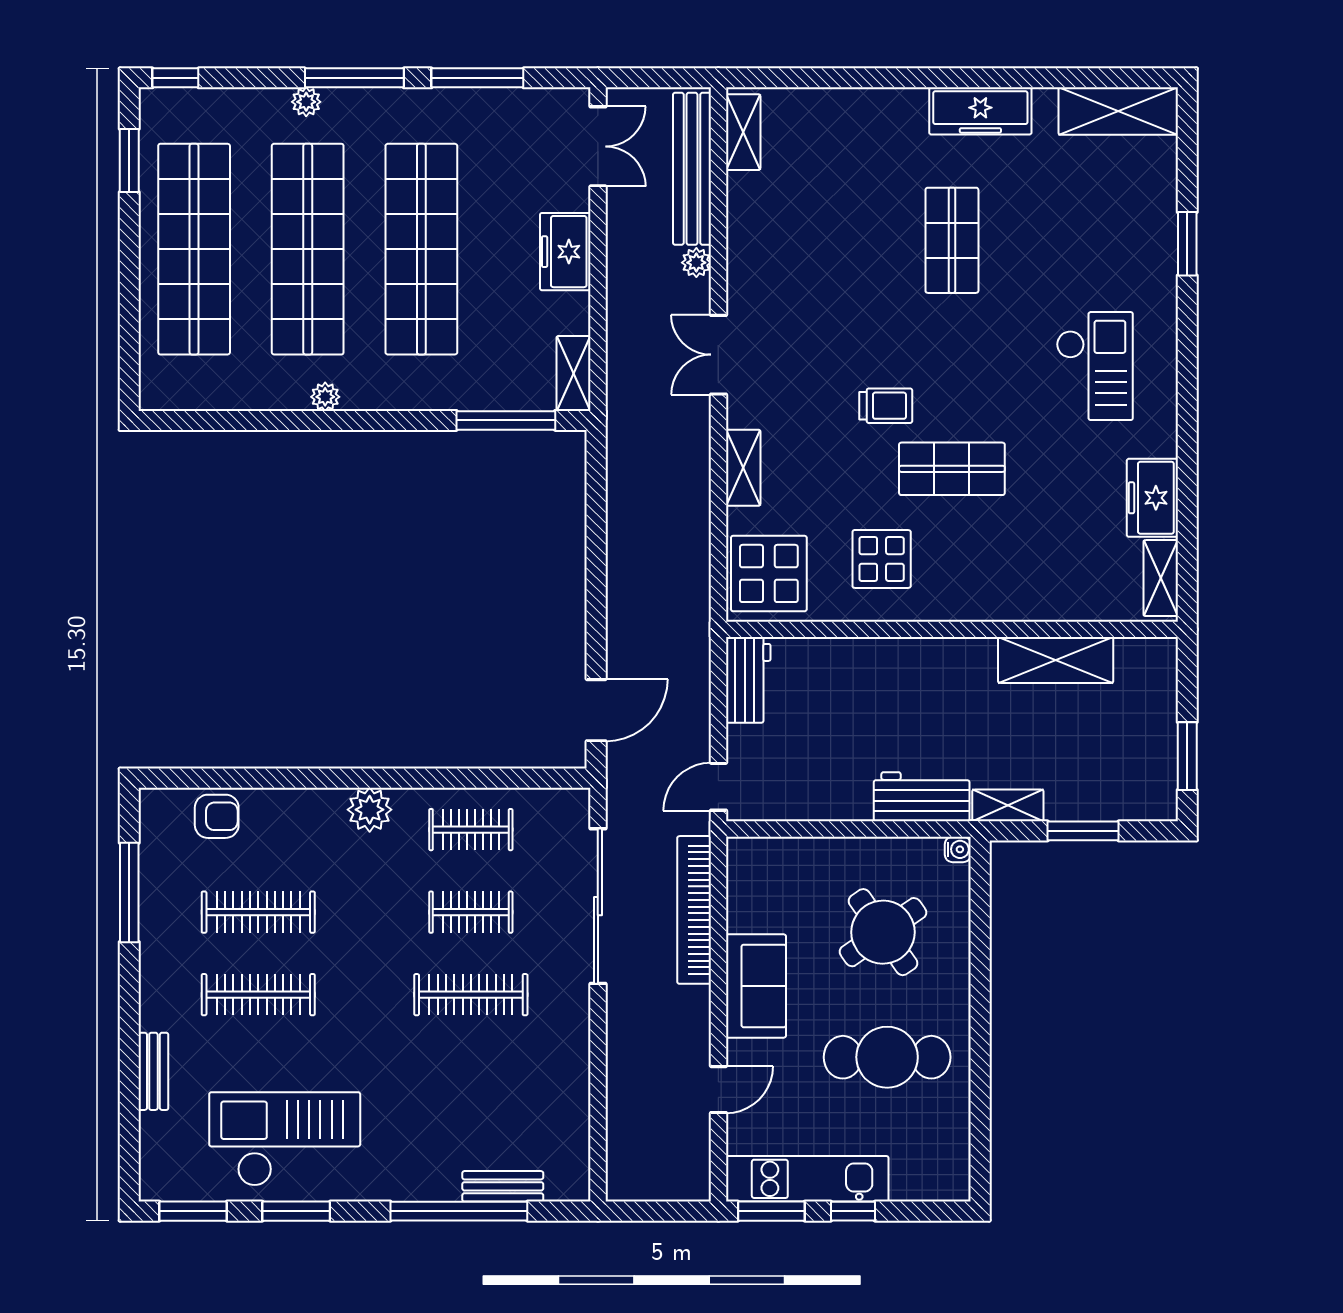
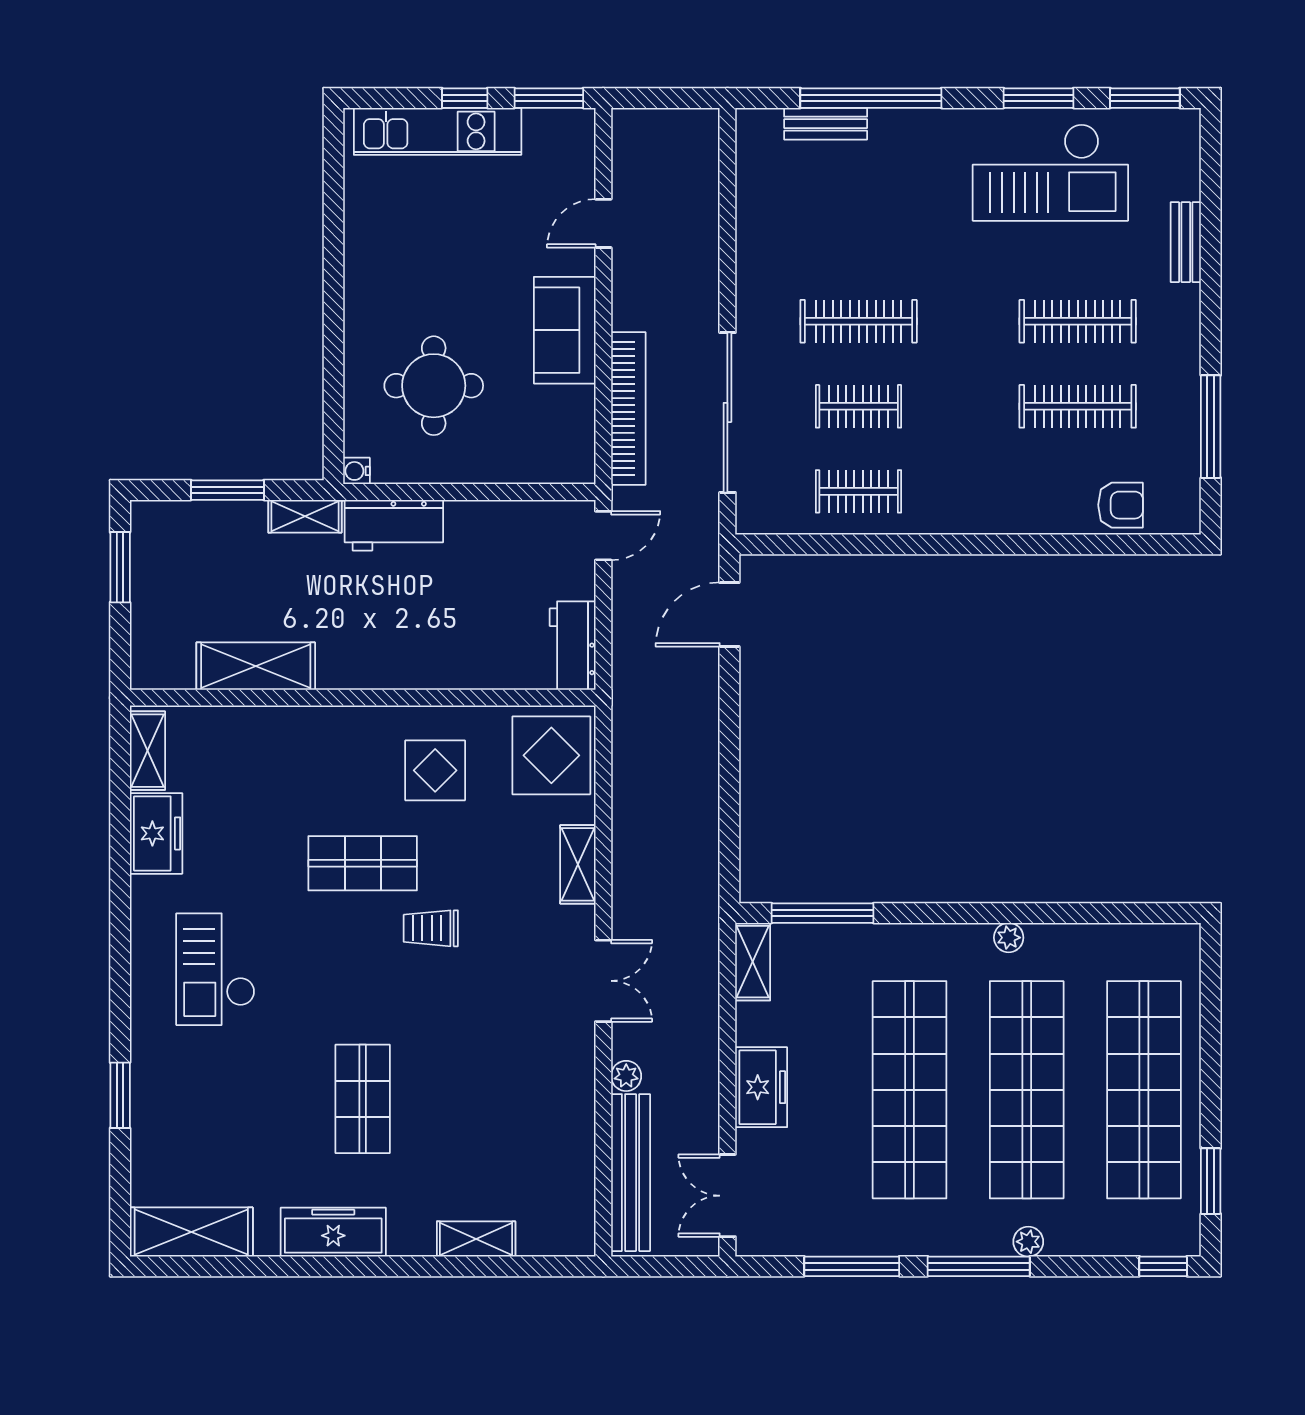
shelving: (743, 132) -> (476, 1239), moved, turned 90
plant: (370, 810) -> (963, 512), removed
armchair: (217, 816) -> (1121, 505), turned 180
round table: (883, 932) -> (434, 386), turned 35
cafe table: (887, 1057) -> (429, 257), removed
kitchen unit: (807, 1179) -> (438, 131), moved

